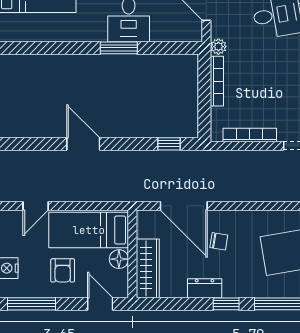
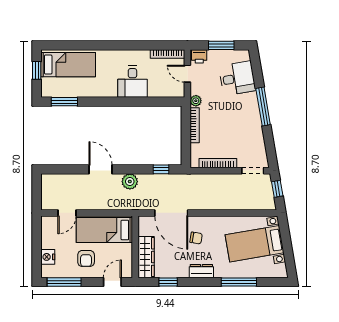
window: (119, 48) -> (64, 102), moved
plant: (125, 161) -> (130, 181), added
floor lamp: (119, 259) -> (126, 250), removed
dresser: (205, 288) -> (201, 271), moved
door: (100, 304) -> (112, 282), hinge flipped
window: (226, 304) -> (168, 282), moved

